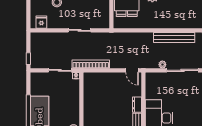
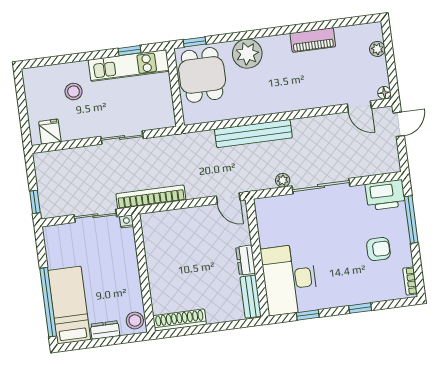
bench: (174, 37) -> (253, 134), moved

